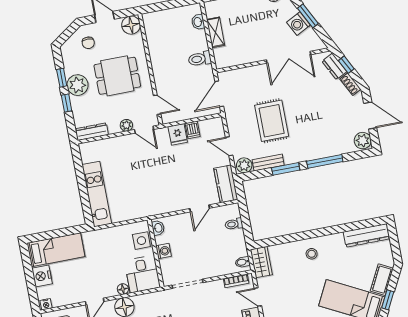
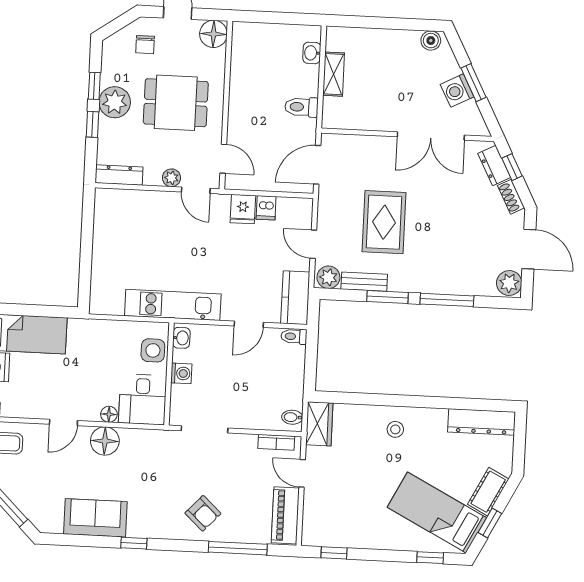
kitchen unit: (97, 194) -> (173, 305), moved, turned -90
toilet: (234, 224) -> (294, 336), moved

